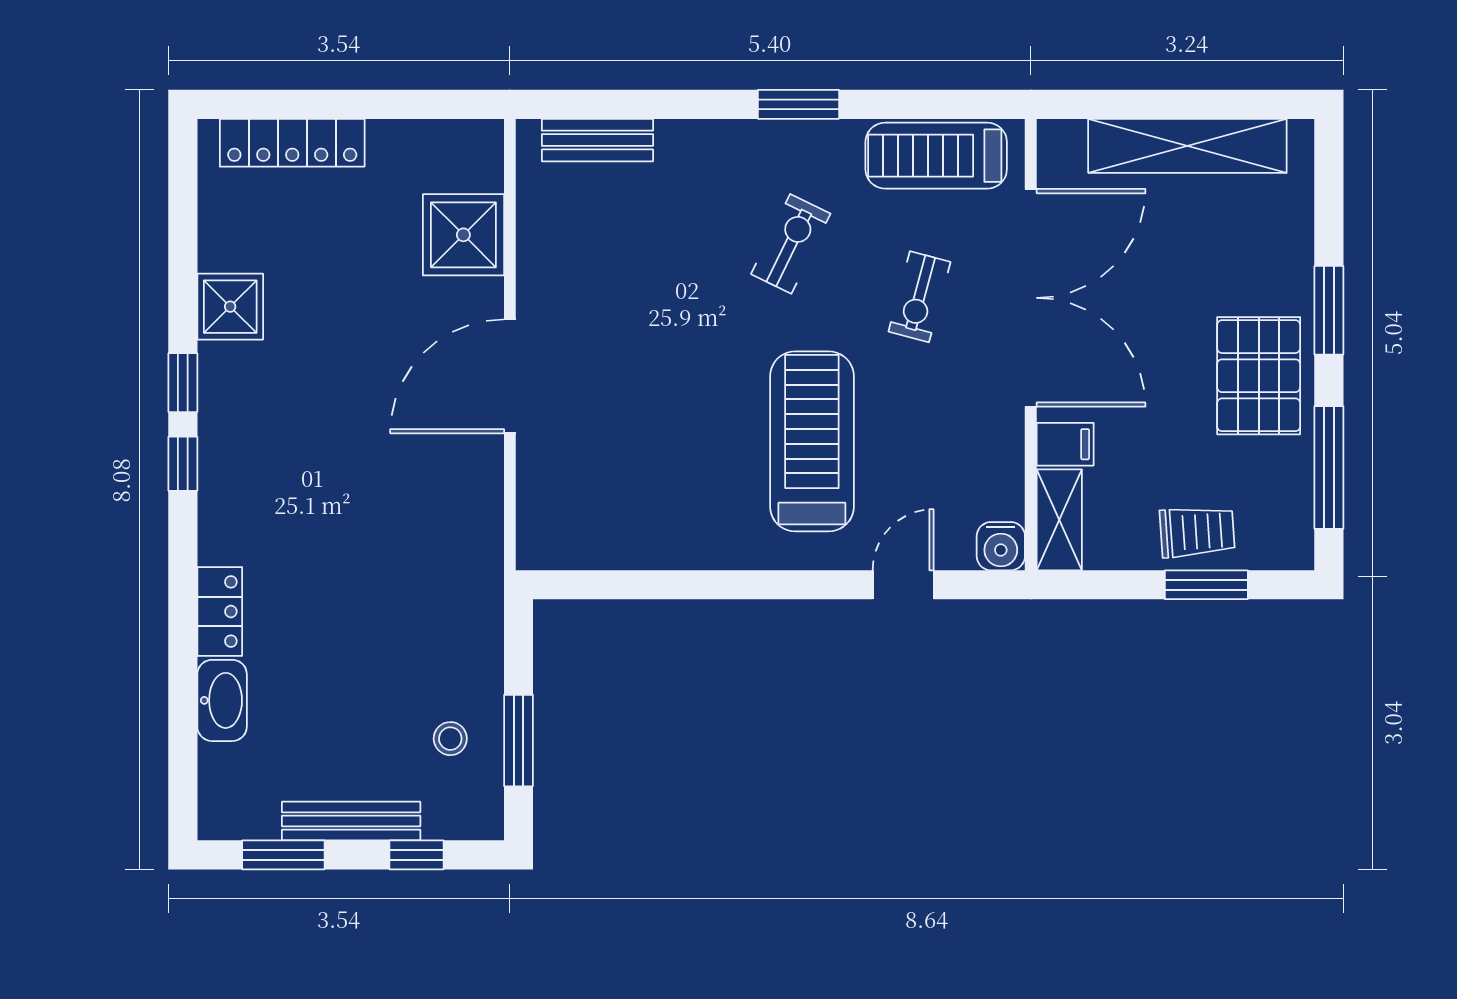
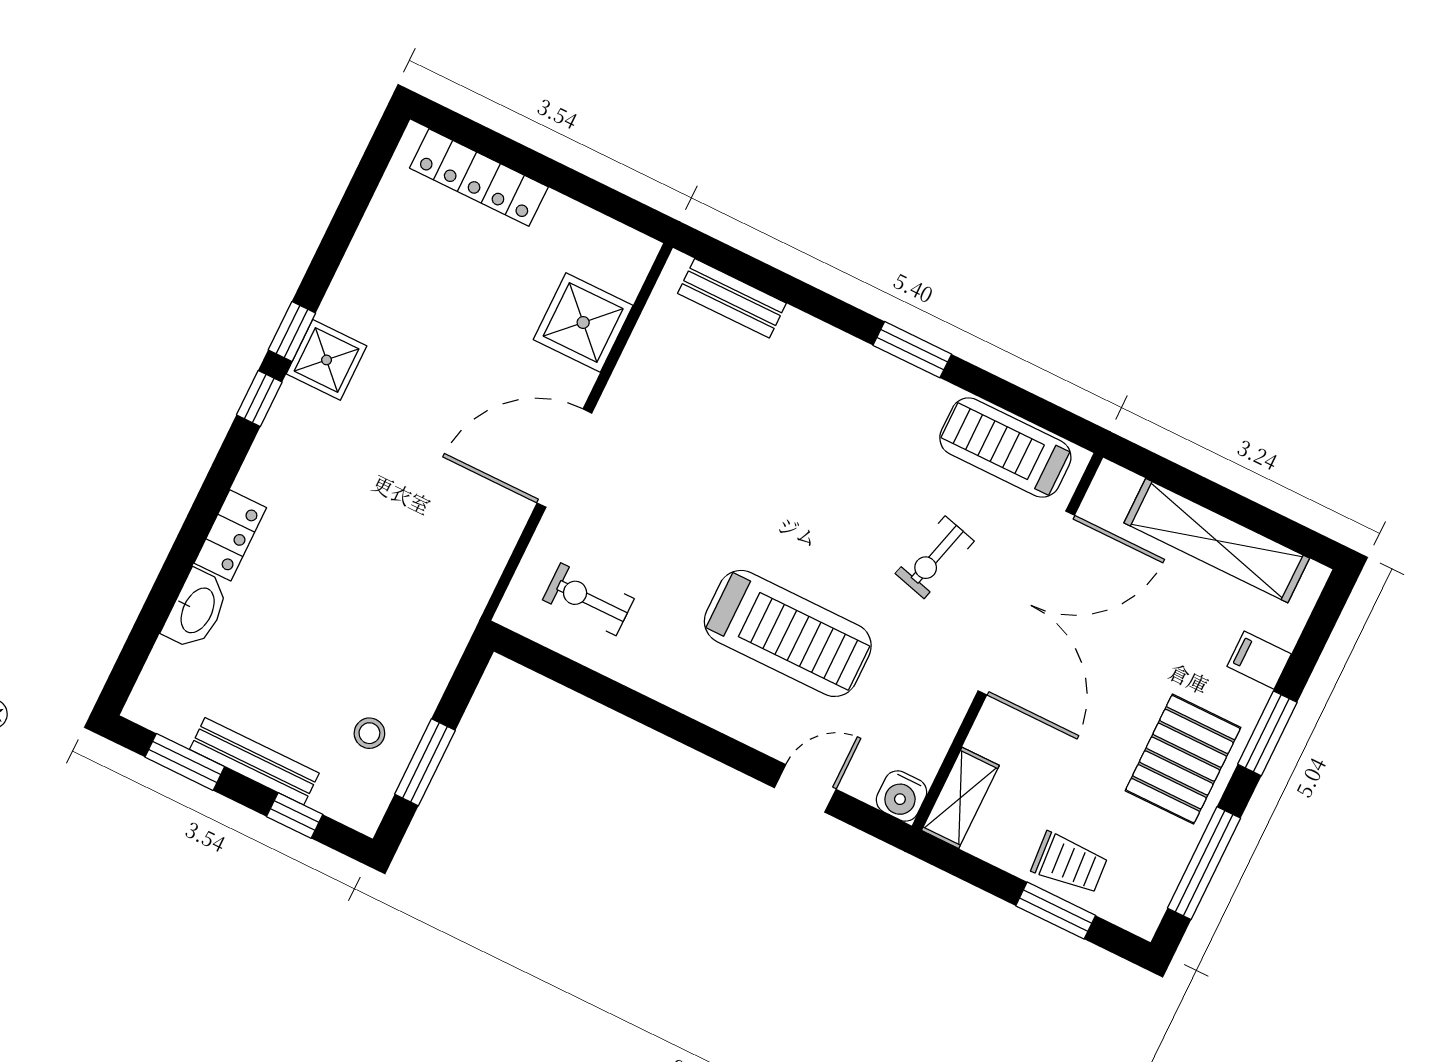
exercise bike: (791, 244) -> (588, 599), moved, turned -116
shower: (230, 307) -> (327, 360), moved
treadmill: (812, 441) -> (788, 633), turned 90
filing cabinet: (1065, 444) -> (1259, 660), moved, turned 180

